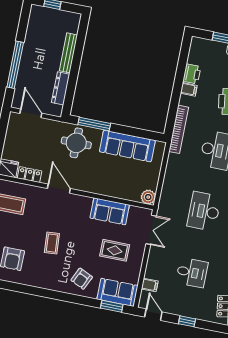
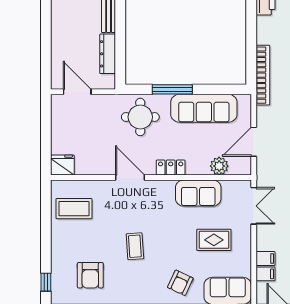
window: (15, 65) -> (46, 36), removed
filing cabinet: (189, 89) -> (266, 259), moved
window: (94, 124) -> (172, 89), moved
locker: (30, 175) -> (171, 167), moved
door: (161, 180) -> (254, 142), added
plant: (148, 197) -> (219, 166), moved

